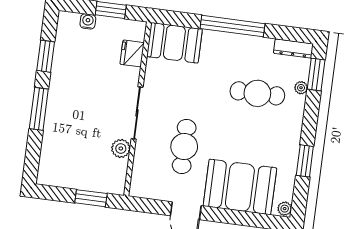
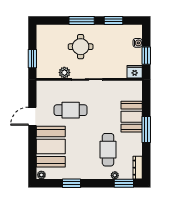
window: (233, 26) -> (146, 130), width x0.68
booth: (174, 43) -> (132, 117), moved
fridge: (132, 53) -> (135, 72), moved
round table: (82, 116) -> (81, 47), added

